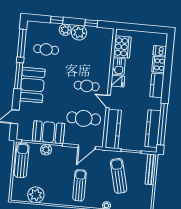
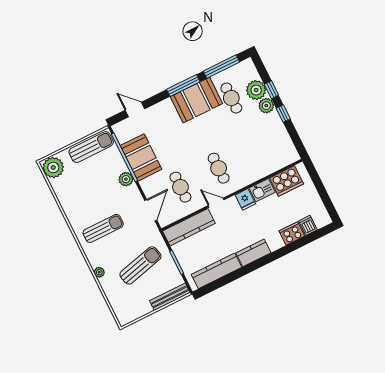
window: (91, 23) -> (283, 113), moved
plant: (79, 33) -> (256, 90), moved
booth: (32, 85) -> (196, 100), moved
kitchen counter: (157, 85) -> (253, 253), moved
door: (108, 101) -> (216, 203), hinge flipped
cafe table: (84, 118) -> (180, 187), width x0.73, depth x0.74
window: (162, 124) -> (228, 279), removed
door: (87, 147) -> (151, 210), swing flipped
plant: (46, 150) -> (126, 179), moved
plant: (36, 195) -> (53, 168), moved

